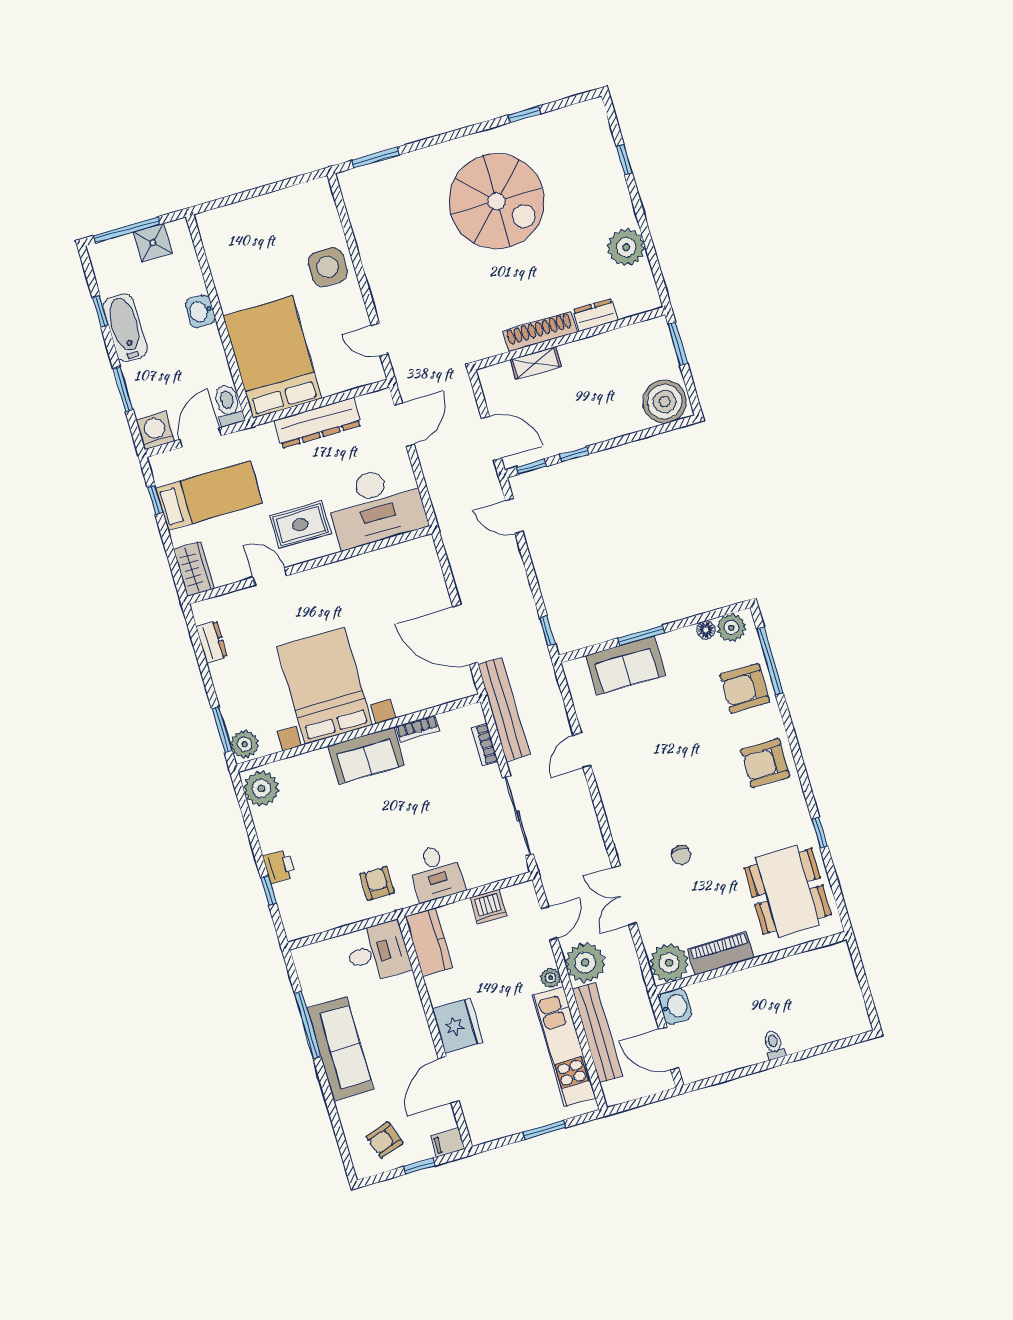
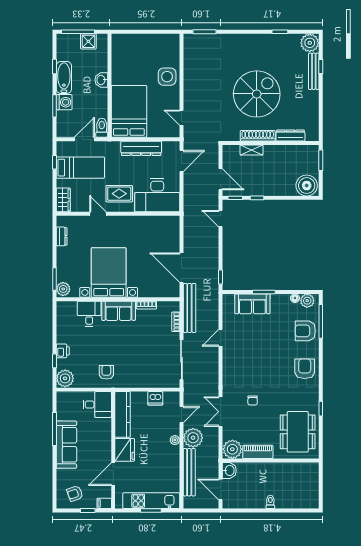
bench: (613, 173) -> (314, 71), added
spiral stairs: (497, 201) -> (257, 94), moved, turned -90
plant: (626, 247) -> (310, 43), moved
dresser: (595, 315) -> (290, 136), width x1.44
washing machine: (155, 430) -> (64, 102), moved, turned 90
armchair: (765, 763) -> (305, 369), turned 90
plant: (261, 788) -> (65, 378), moved
desk: (436, 873) -> (89, 314), moved, turned 180
kitchen counter: (429, 942) -> (123, 414), width x1.50
kitchen unit: (564, 1047) -> (151, 501), moved, turned 90

